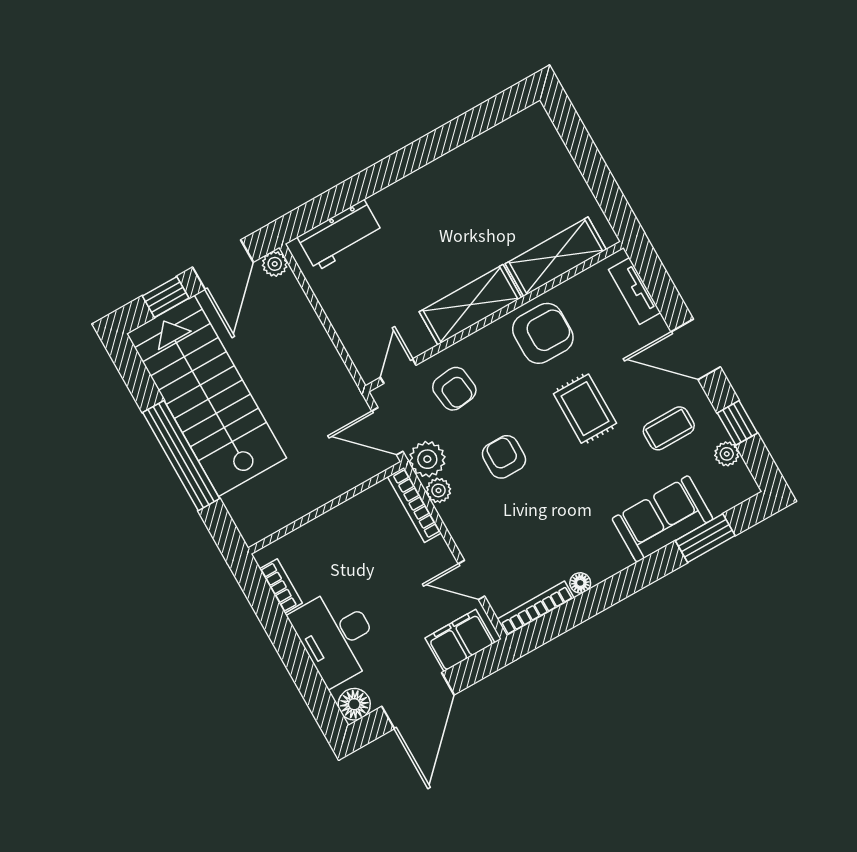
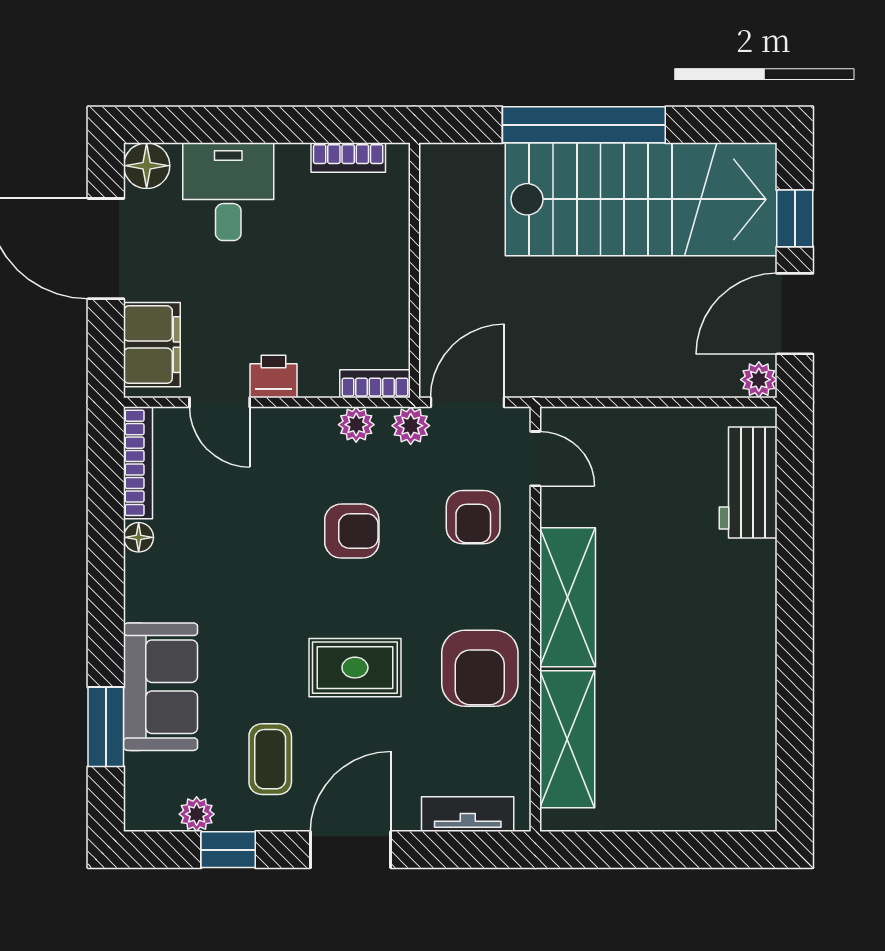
door: (223, 265) -> (795, 314), hinge flipped
armchair: (454, 389) -> (473, 517), turned -83
plant: (427, 459) -> (411, 426), width x0.73, depth x0.73
bookcase: (414, 505) -> (375, 384), width x0.64
printer: (438, 556) -> (273, 376), added
door: (472, 580) -> (220, 402), swing flipped
desk: (336, 636) -> (228, 192), width x0.73

